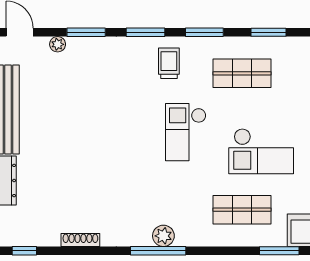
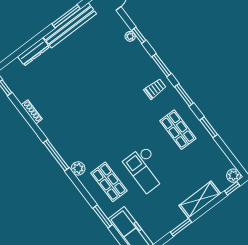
window: (86, 32) -> (139, 35), width x0.67
plant: (58, 44) -> (130, 36), moved
checkout: (186, 132) -> (127, 124), removed
plant: (163, 236) -> (78, 168), moved

